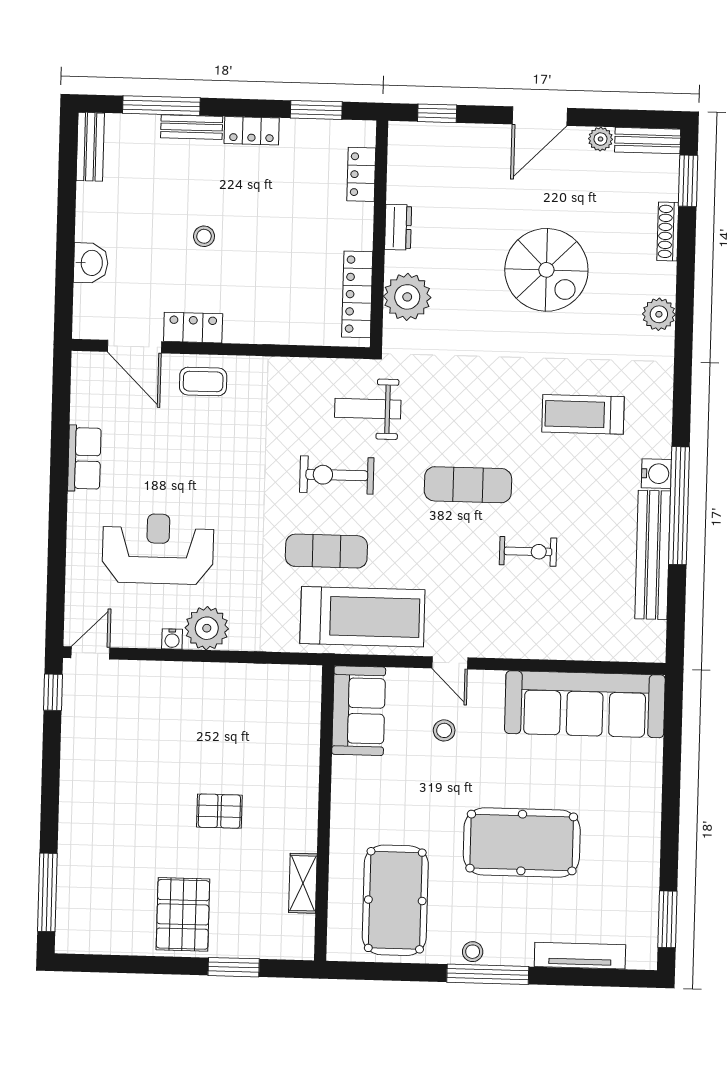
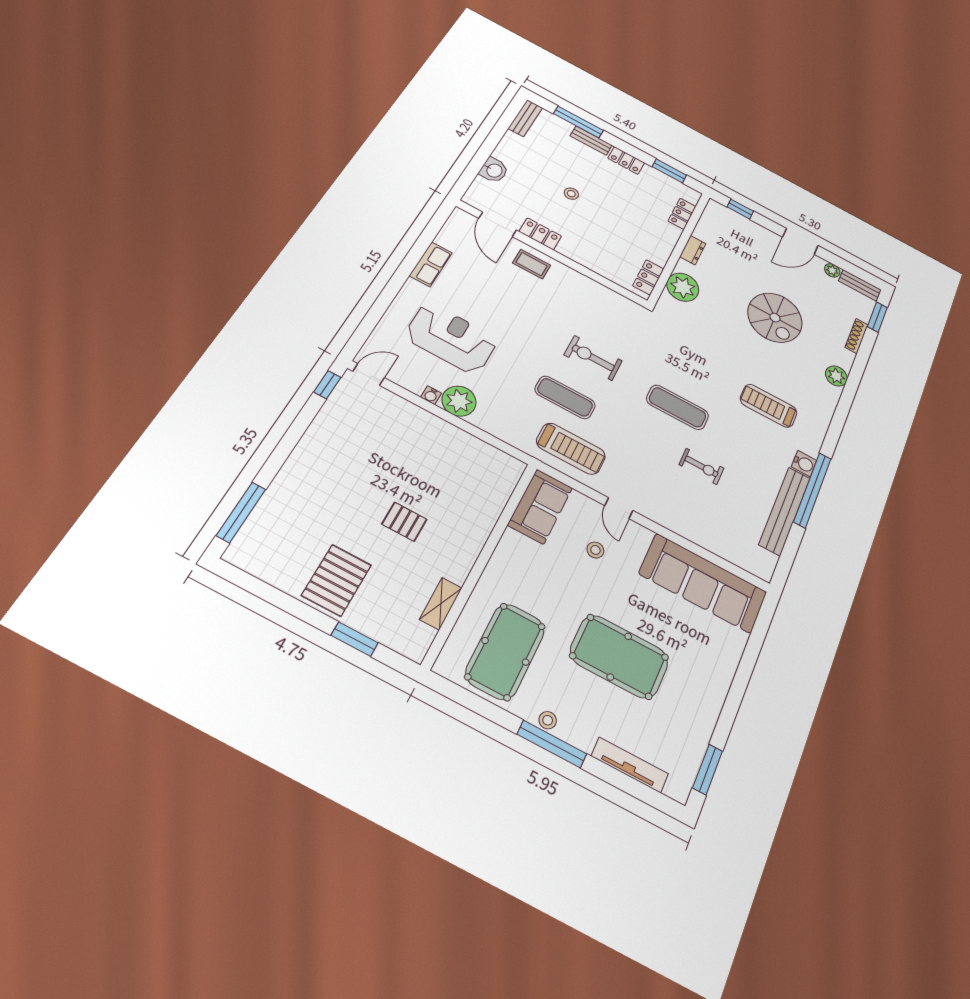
locker: (357, 294) -> (648, 277), width x0.66
weight bench: (368, 409) -> (631, 332), removed
treadmill: (362, 617) -> (571, 449), width x0.73, depth x0.73

